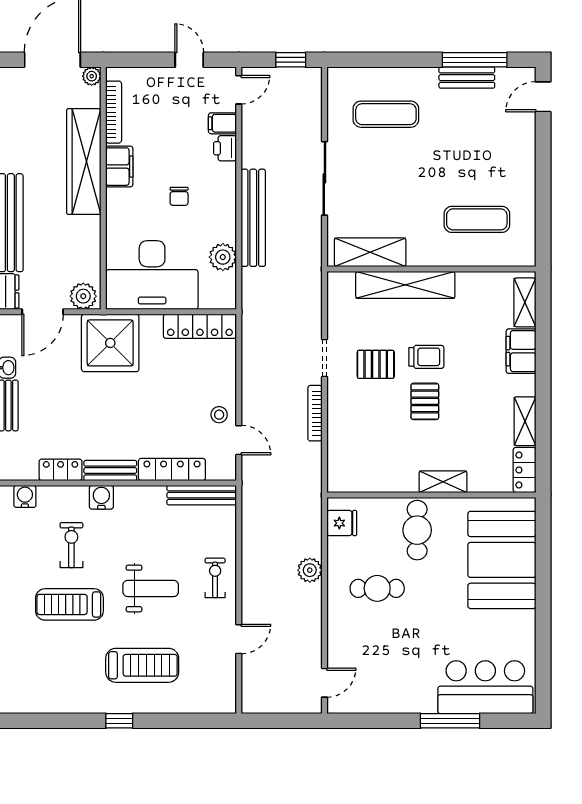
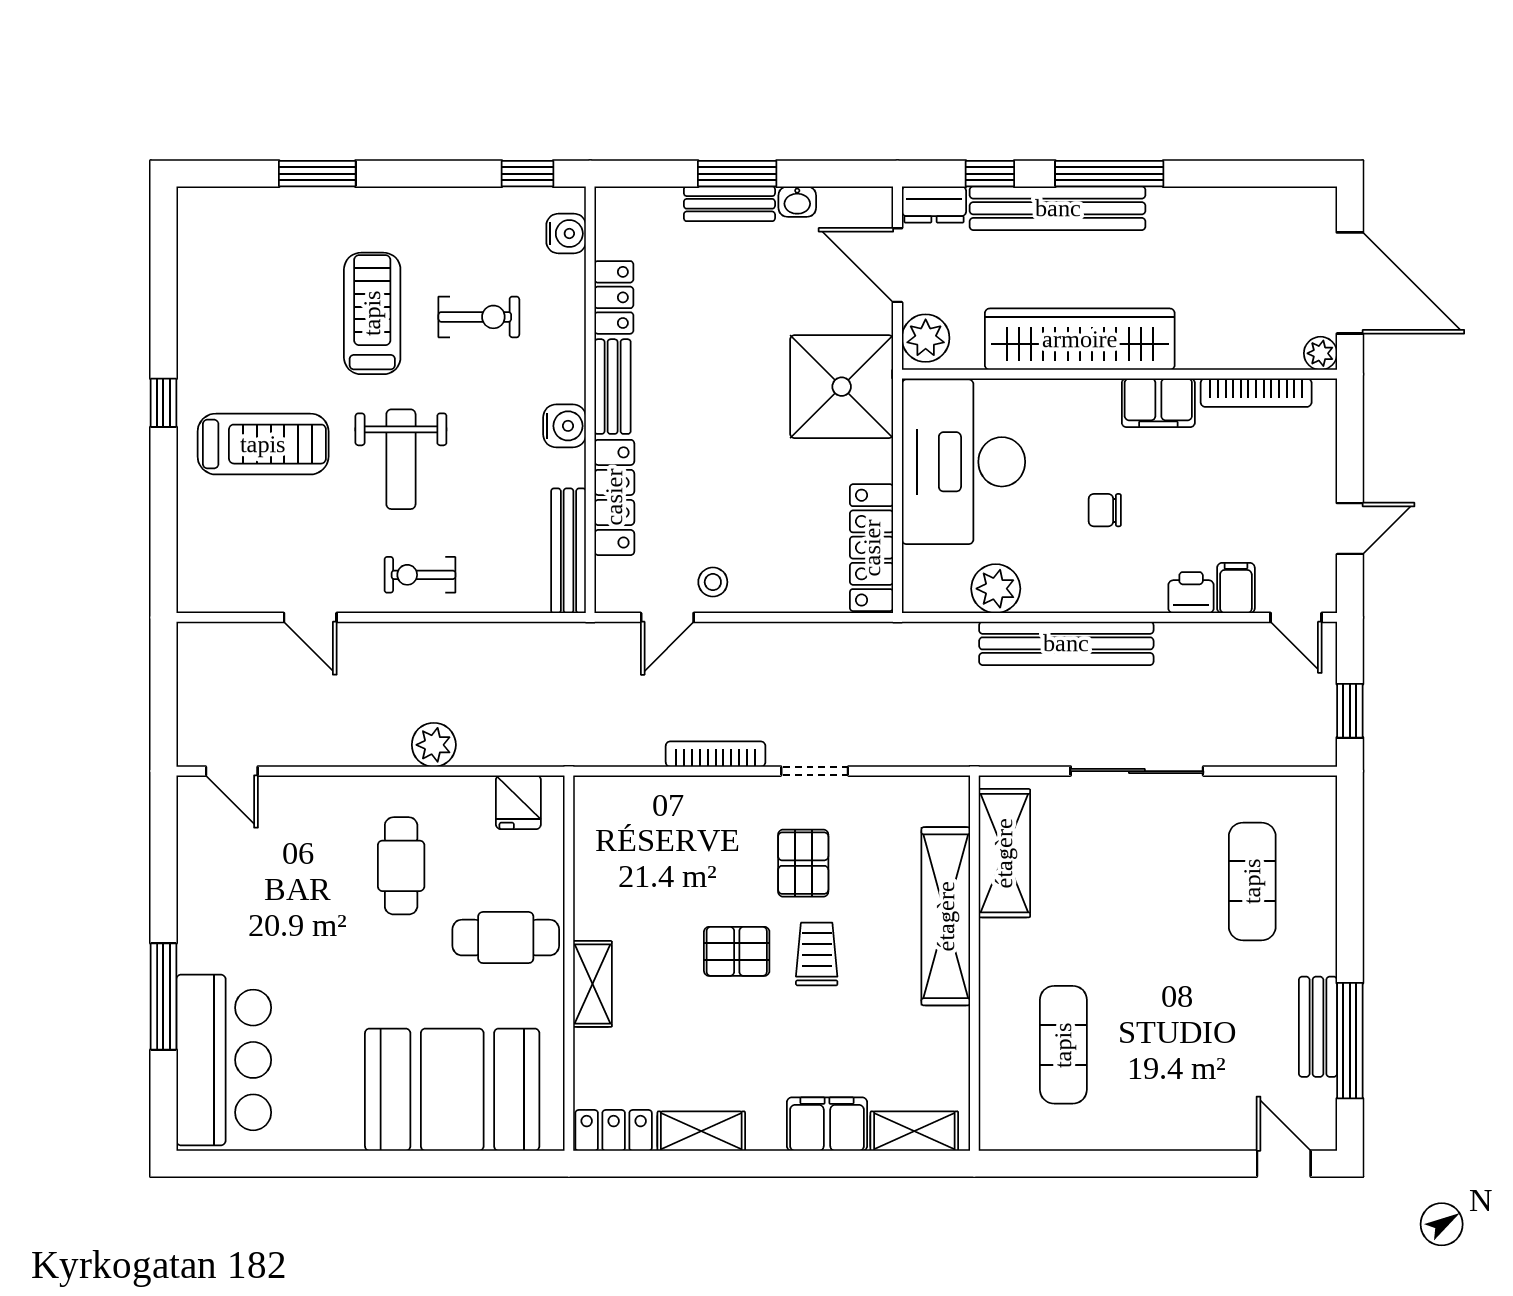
wardrobe: (84, 162) -> (1080, 339), moved
trolley: (426, 357) -> (817, 954), turned 180
water cooler: (101, 497) -> (565, 426), moved
exercise bike: (215, 578) -> (420, 575), turned 180
treadmill: (142, 665) -> (263, 444), turned -90

